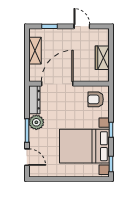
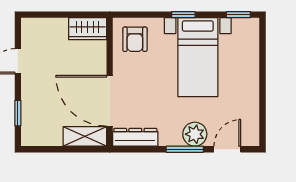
shelving: (35, 51) -> (85, 136), moved
wardrobe: (102, 58) -> (88, 29), moved
plant: (36, 122) -> (195, 134), moved
bed with nightstands: (84, 146) -> (198, 57), width x0.73

